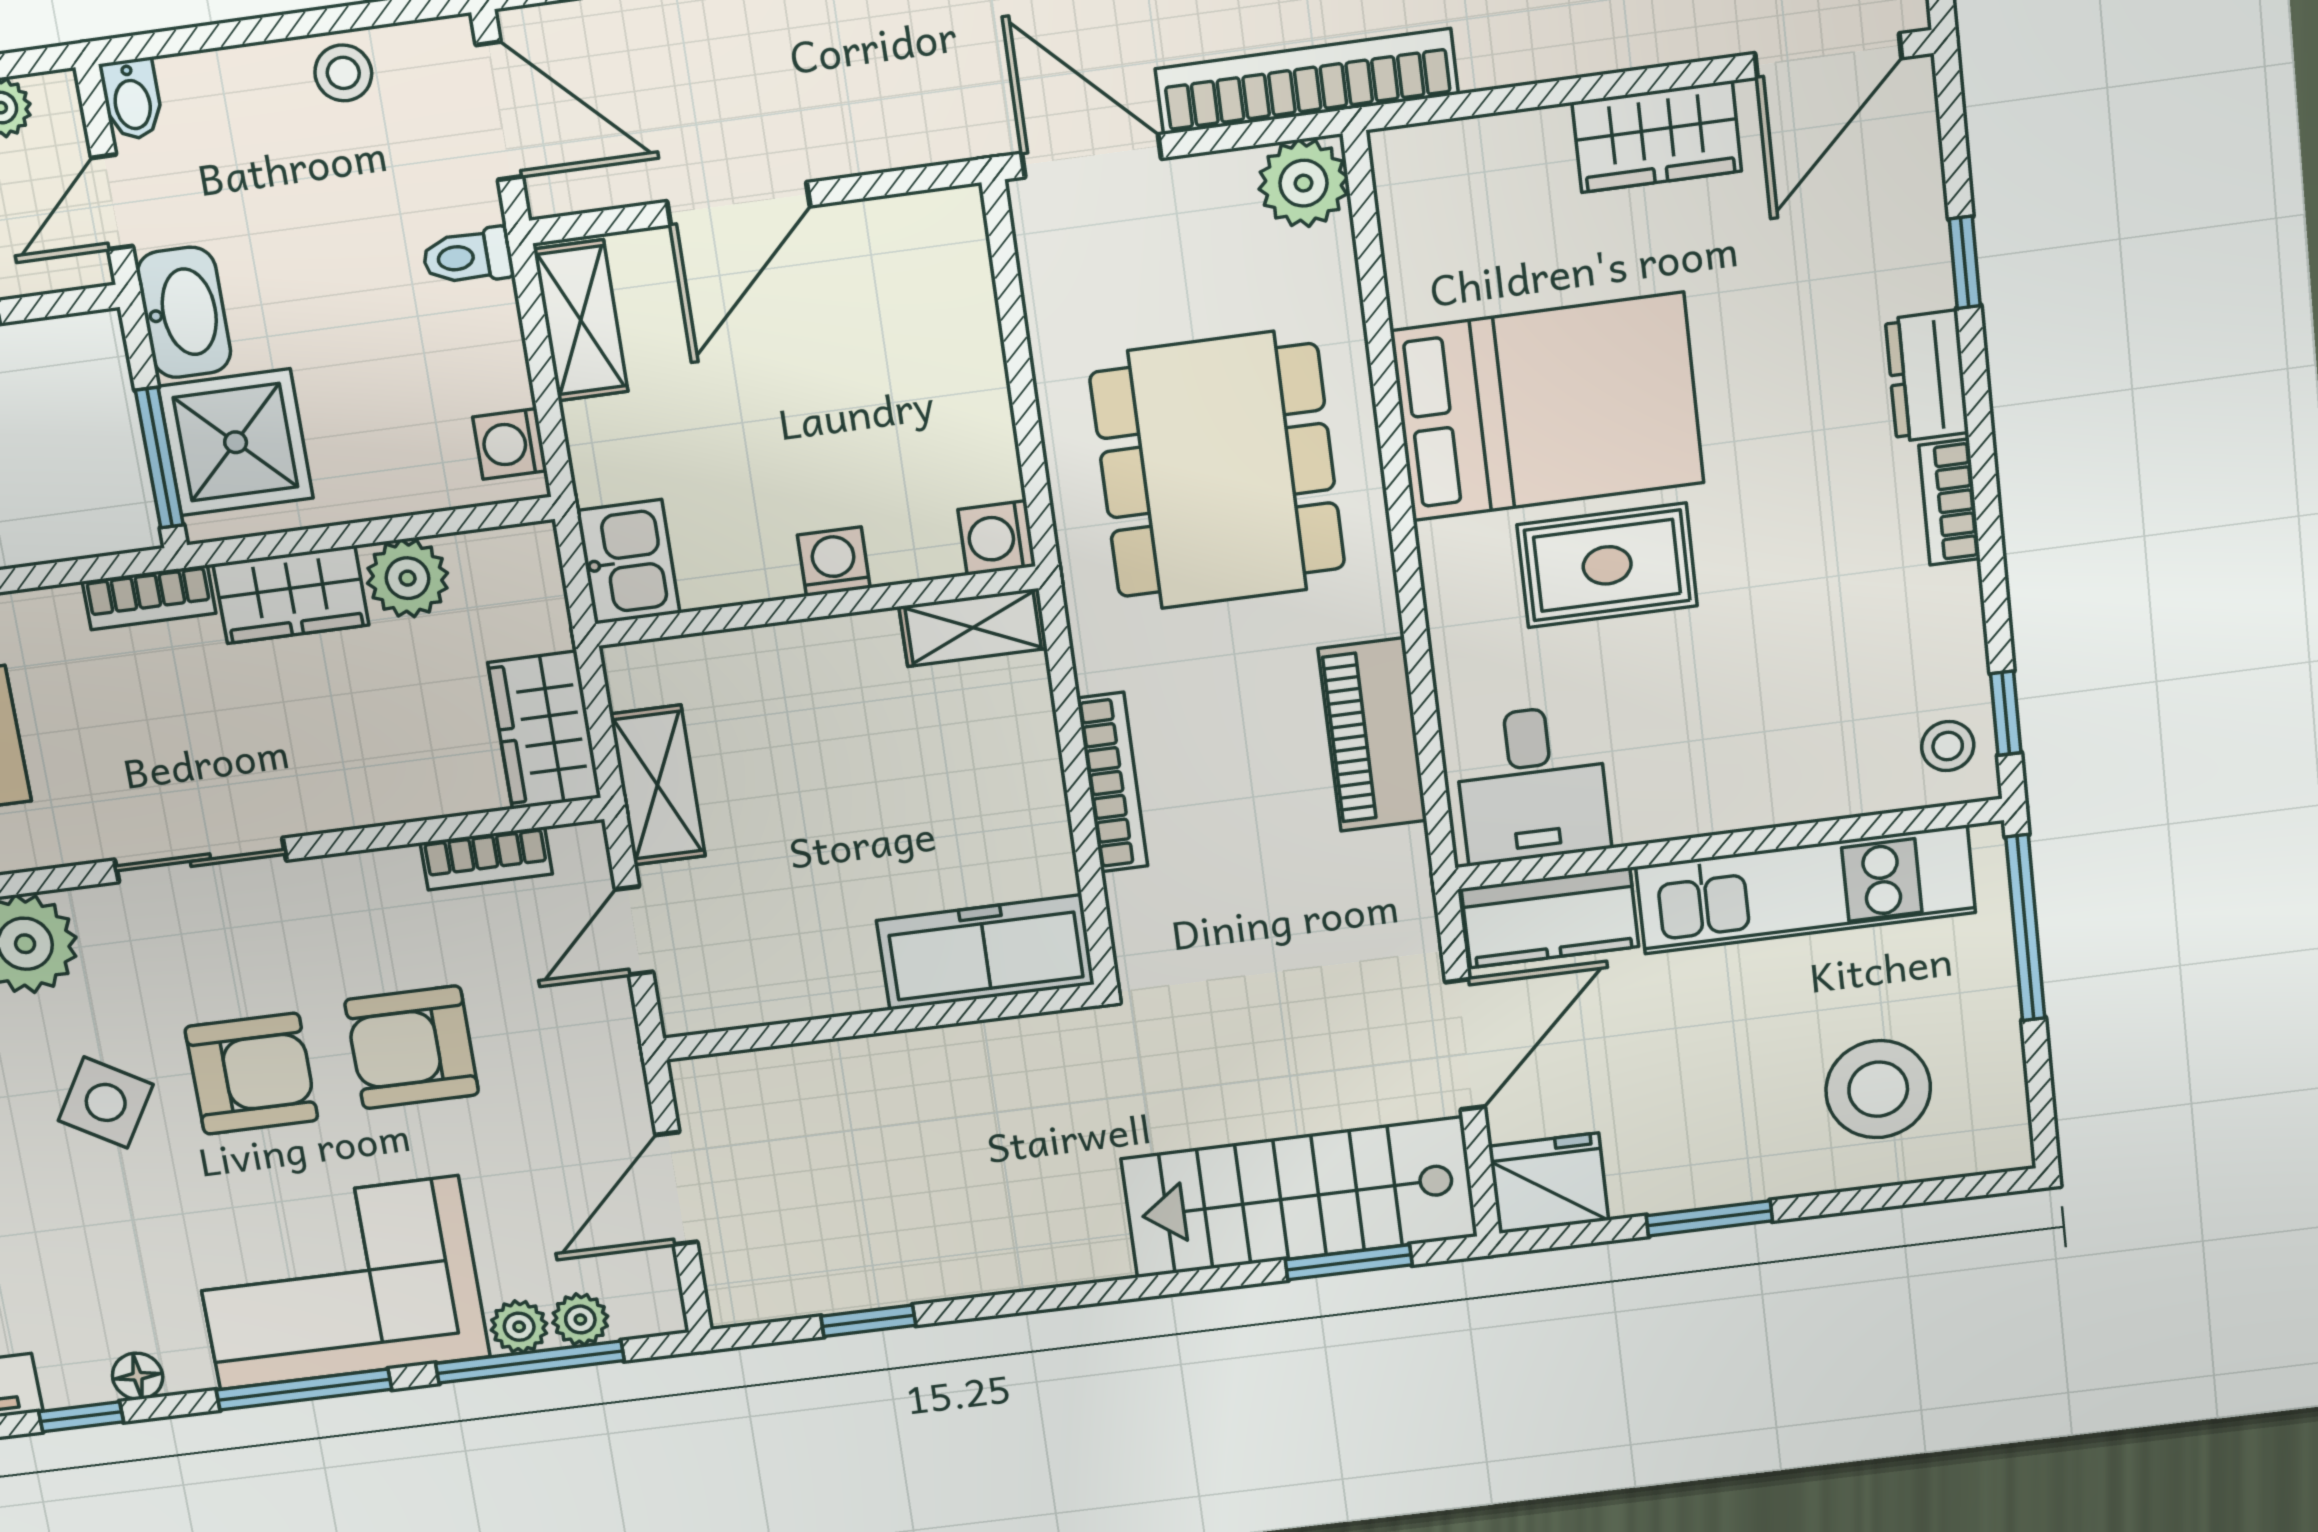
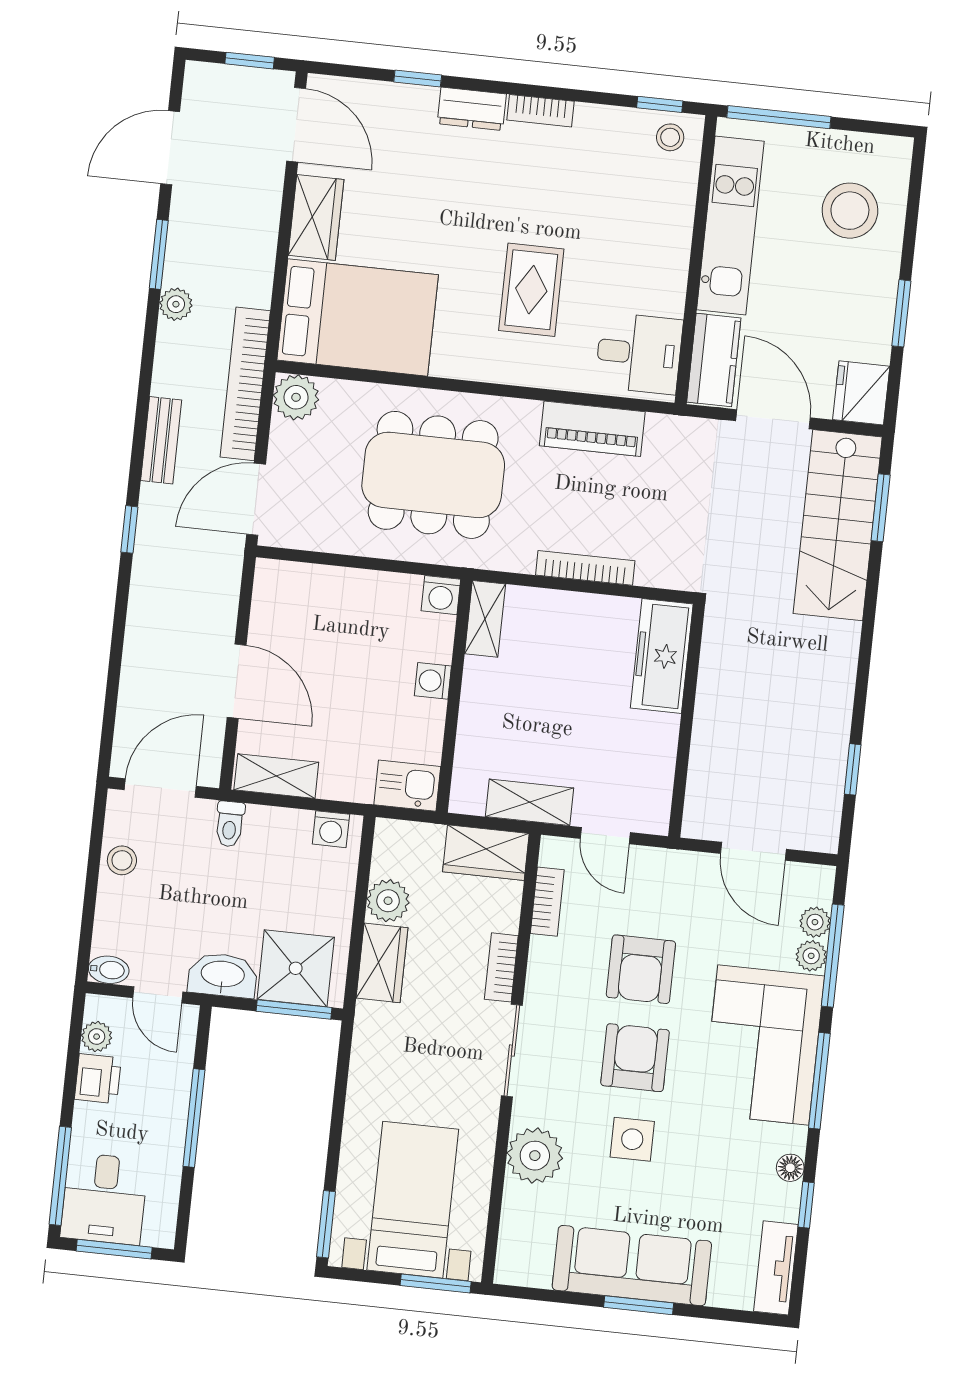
bed: (1547, 407) -> (358, 317), moved, turned 90
bookcase: (149, 597) -> (501, 967), moved, turned 180
side table: (106, 1102) -> (632, 1139), turned -31

